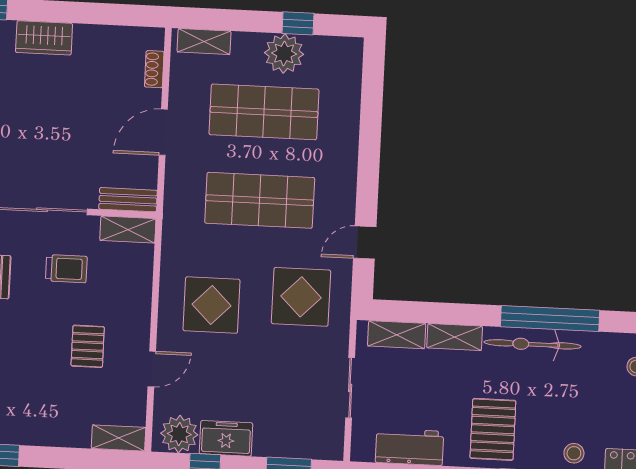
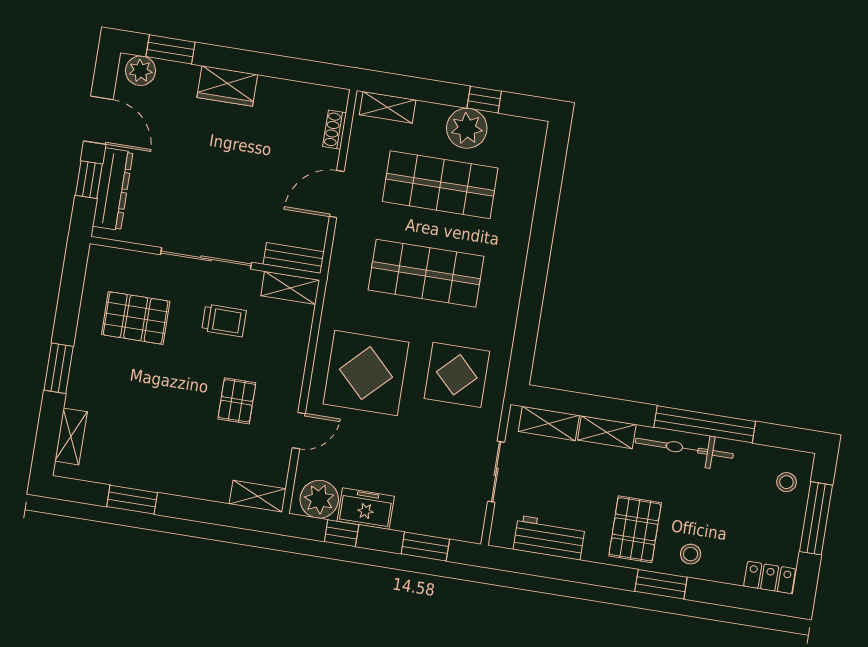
door: (365, 243) -> (527, 327), removed
display table: (212, 305) -> (366, 373), width x1.36, depth x1.36
stool: (574, 453) -> (691, 554), moved

